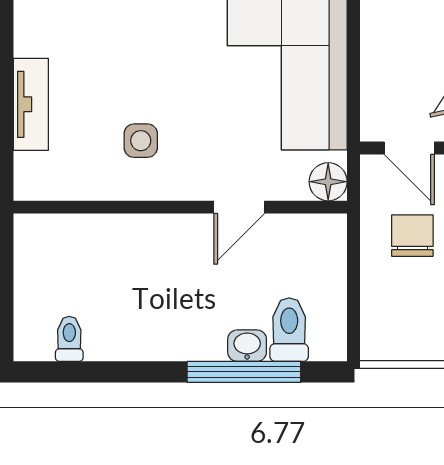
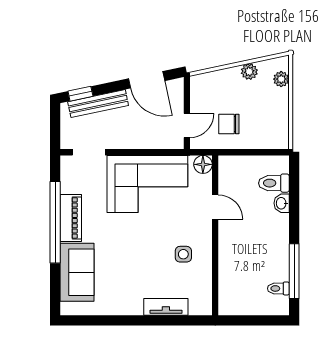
window: (244, 372) -> (294, 271), moved

